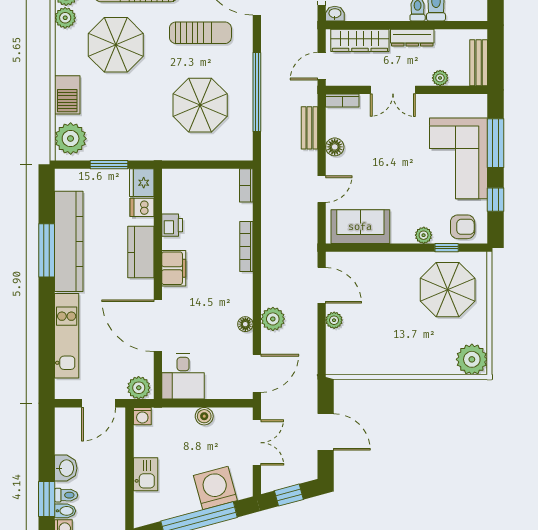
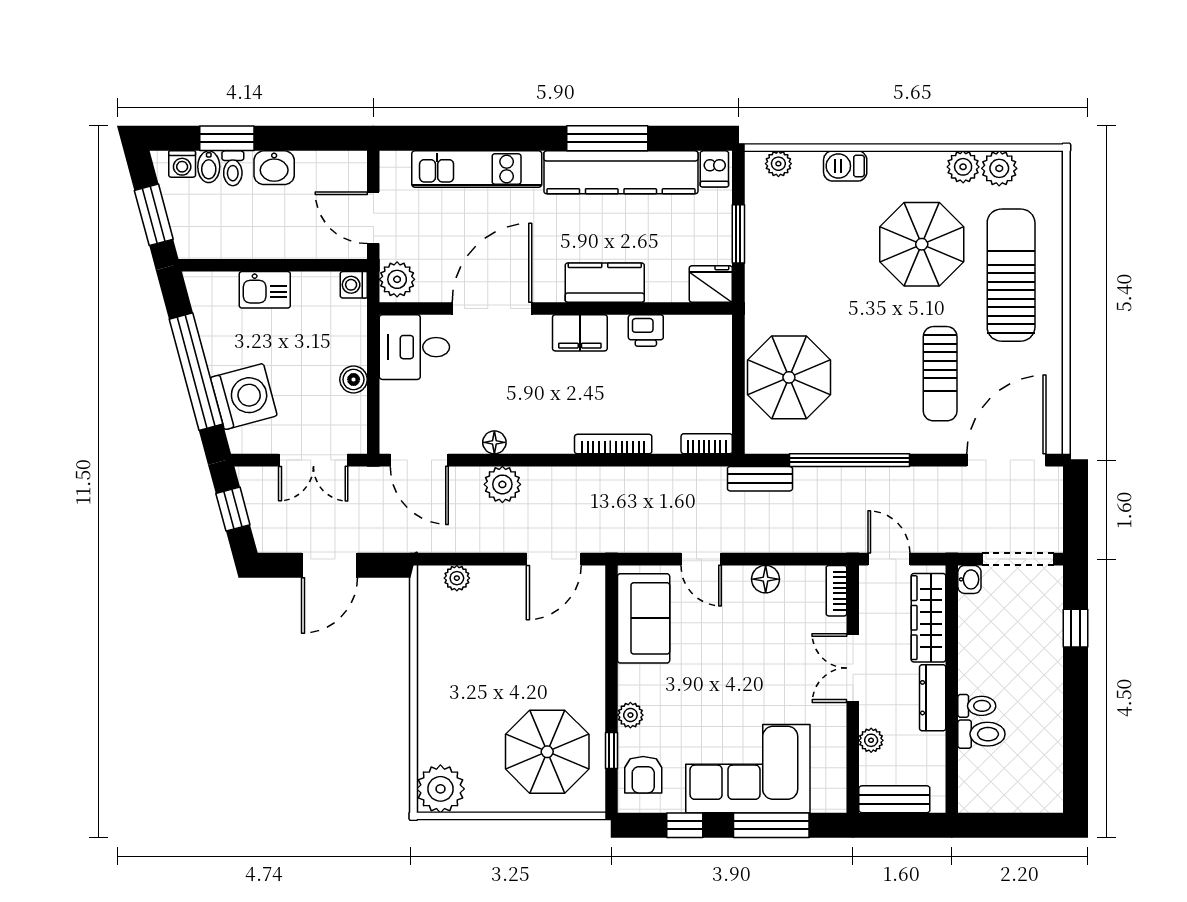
barbecue: (67, 95) -> (845, 166), width x0.73, depth x0.79
parasol: (200, 105) -> (789, 377), moved
bench: (309, 128) -> (760, 479), moved
plant: (71, 139) -> (778, 164), width x0.53, depth x0.53
dishwasher: (142, 207) -> (714, 169), moved, turned 180
plant: (334, 320) -> (457, 578), moved

